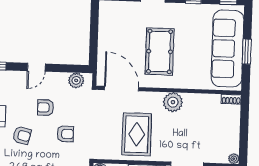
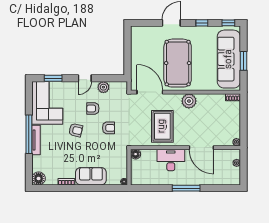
pool table: (160, 51) -> (178, 63), width x1.36, depth x1.32
plant: (76, 80) -> (103, 87), moved

